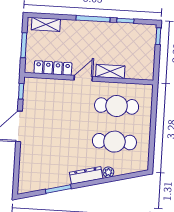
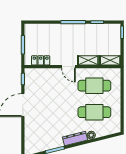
shelving: (46, 24) -> (110, 60), moved
locker: (53, 68) -> (41, 60), width x0.66
door: (83, 78) -> (68, 67), swing flipped

